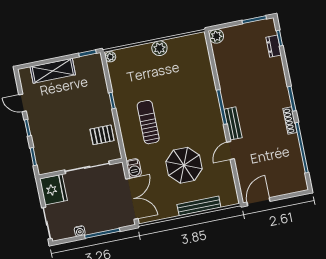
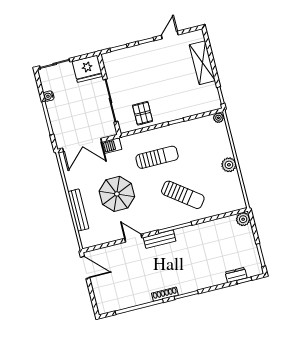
sun lounger: (188, 97) -> (183, 195), added

